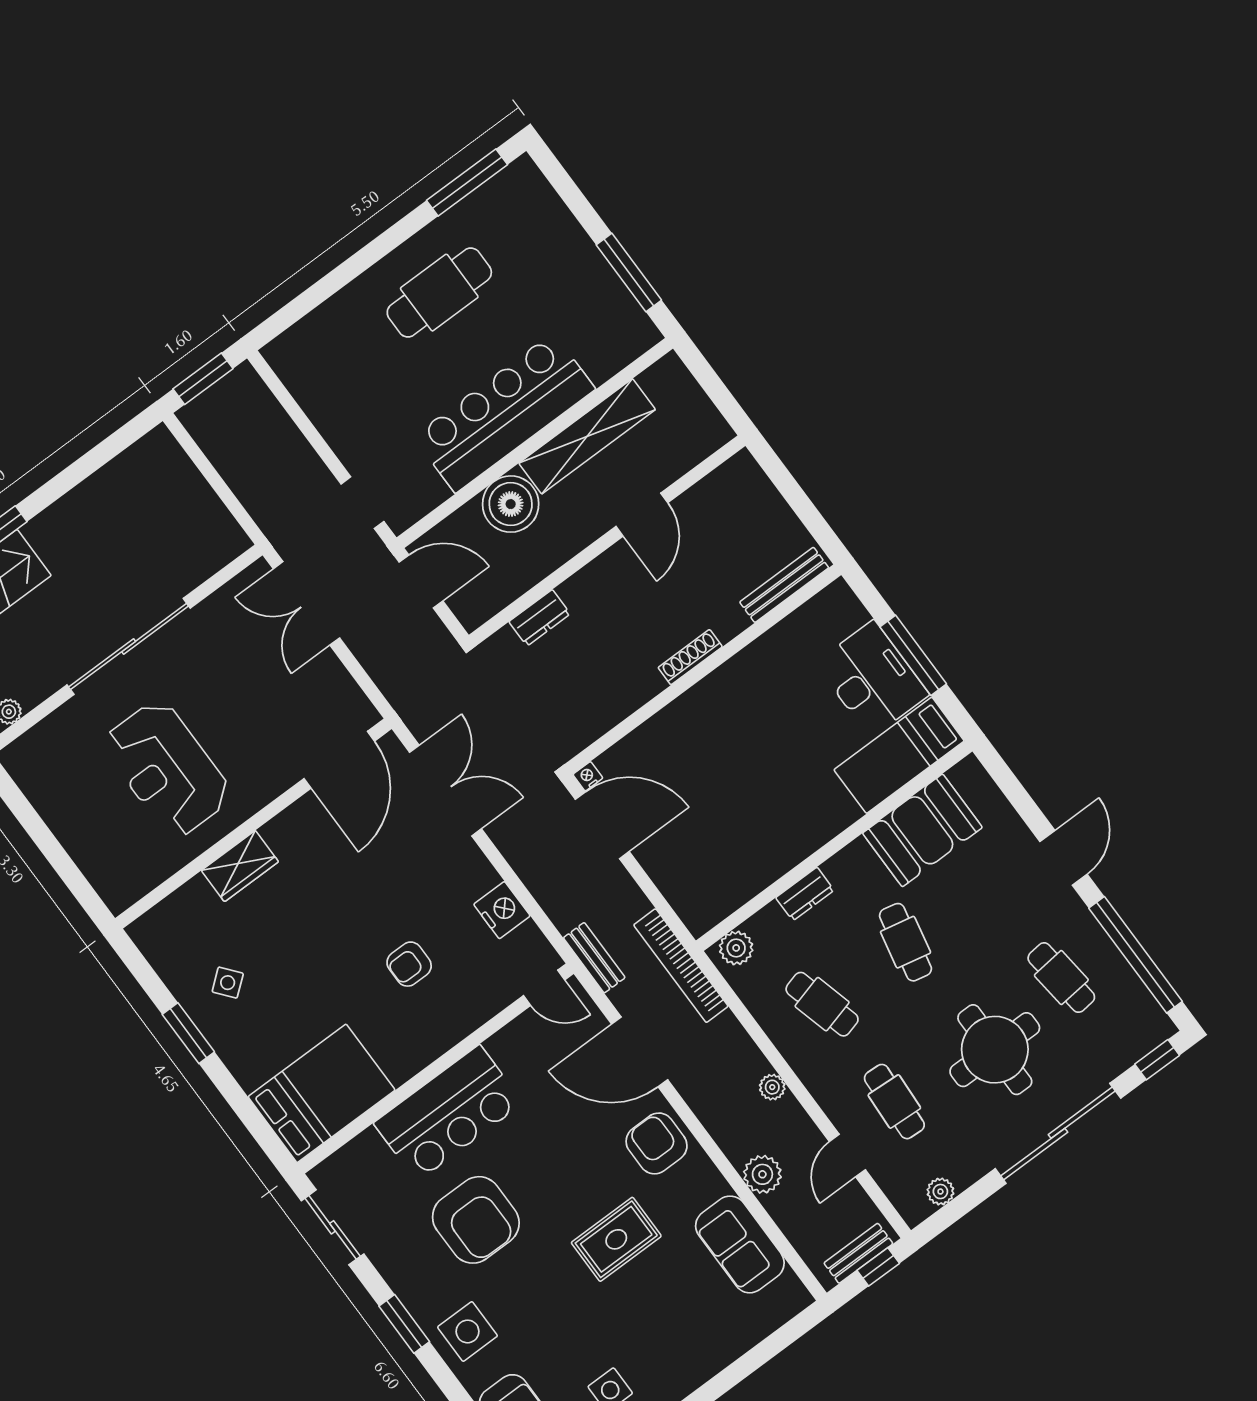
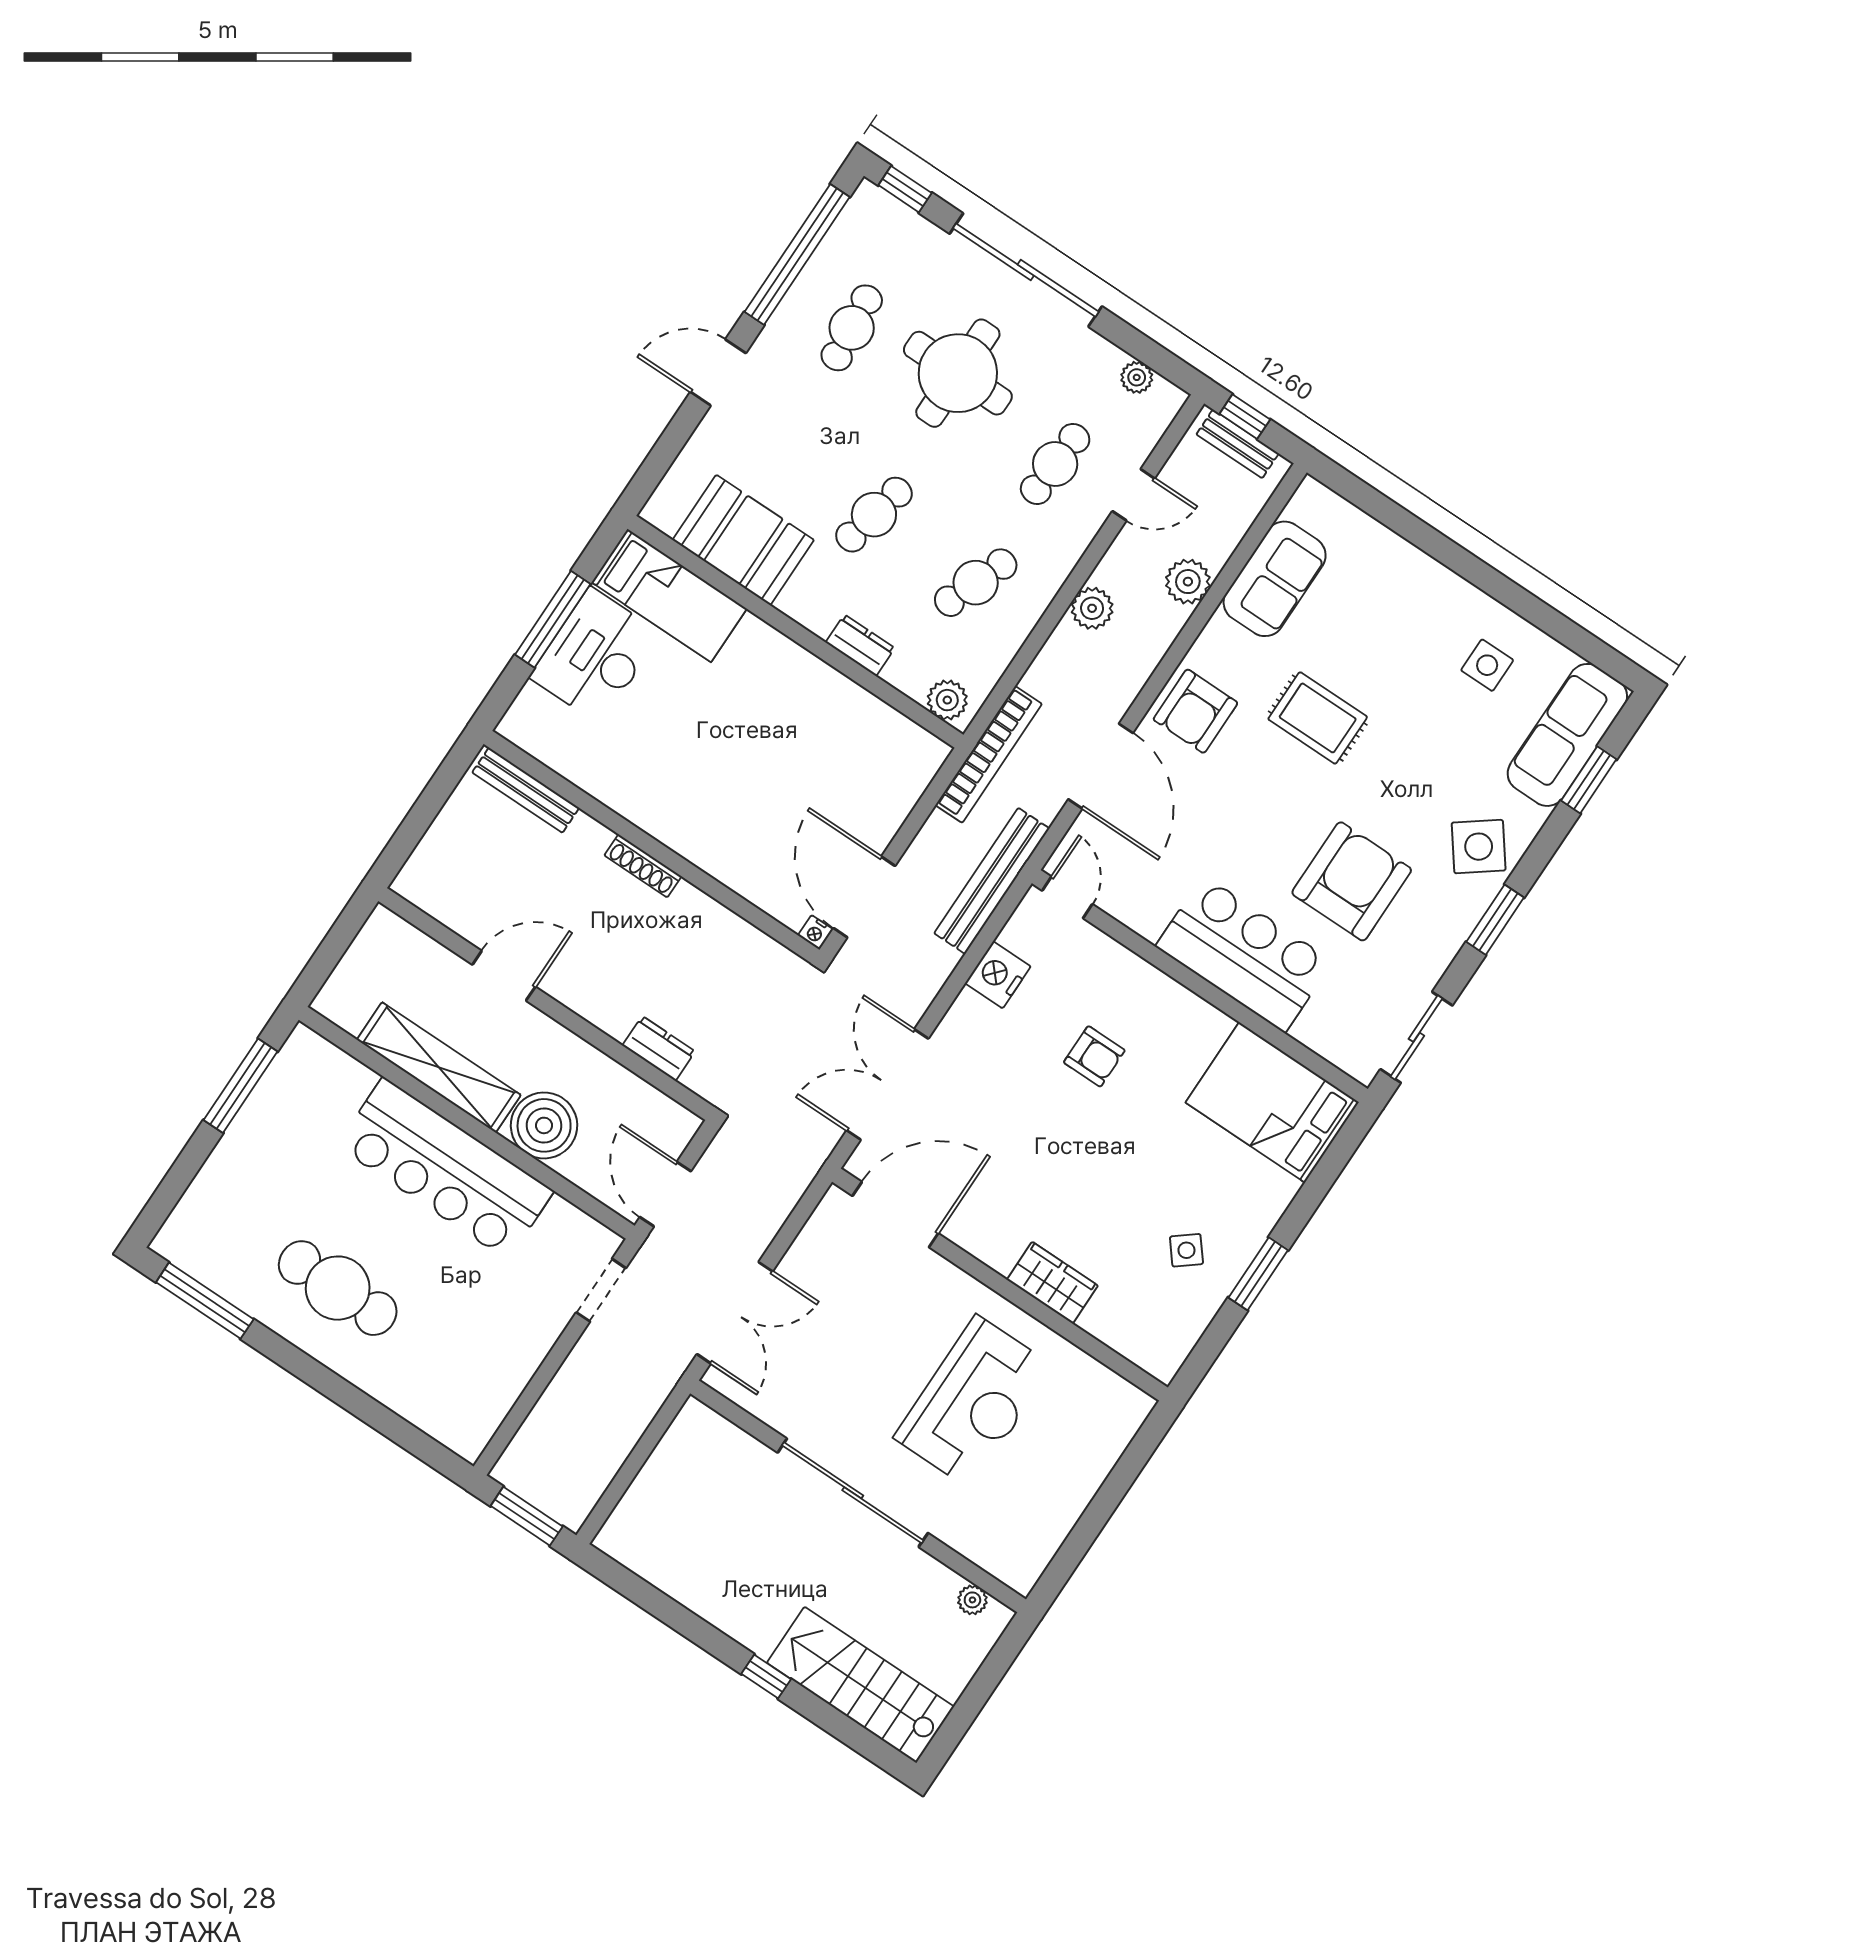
bench: (594, 958) -> (992, 881), width x1.86, depth x1.21
cafe table: (822, 1004) -> (976, 583), turned 36
plant: (772, 1087) -> (1092, 608), width x1.38, depth x1.38
side table: (468, 1331) -> (1479, 847), turned -37

